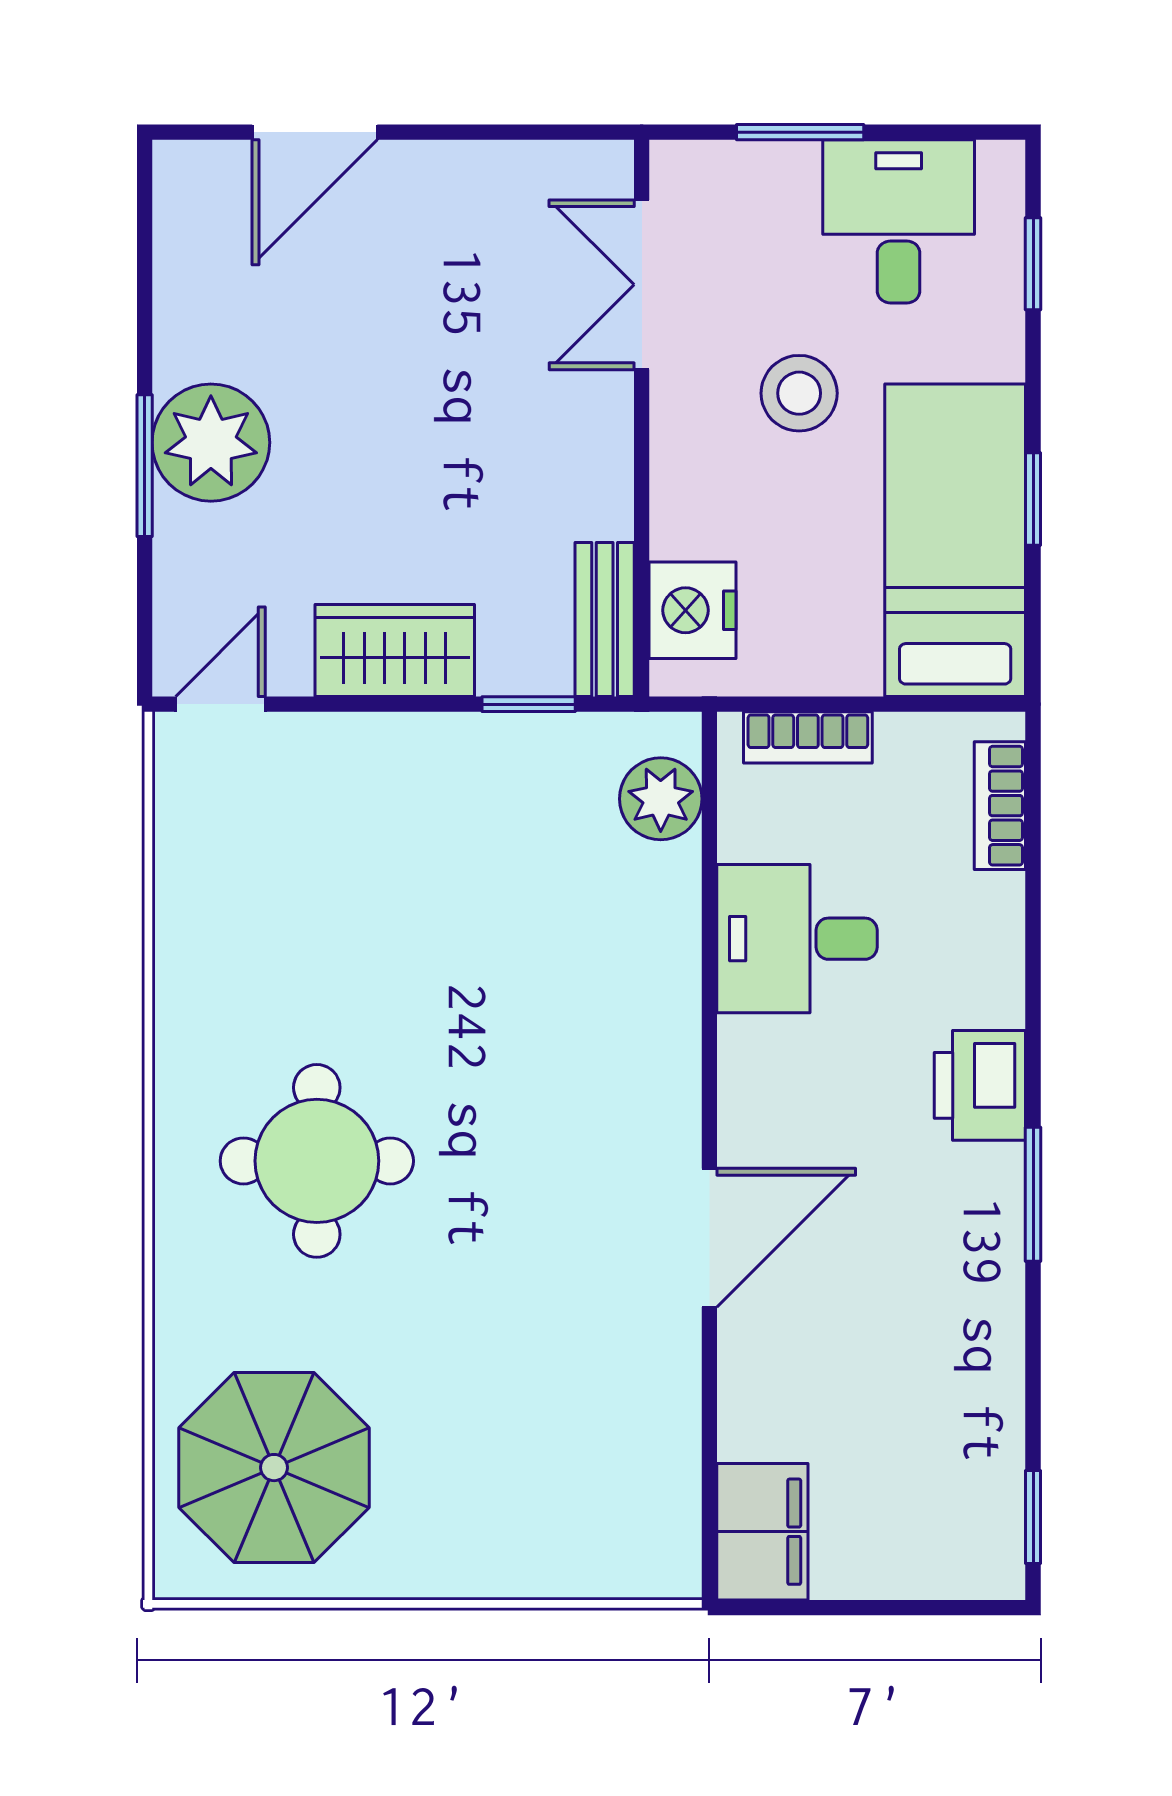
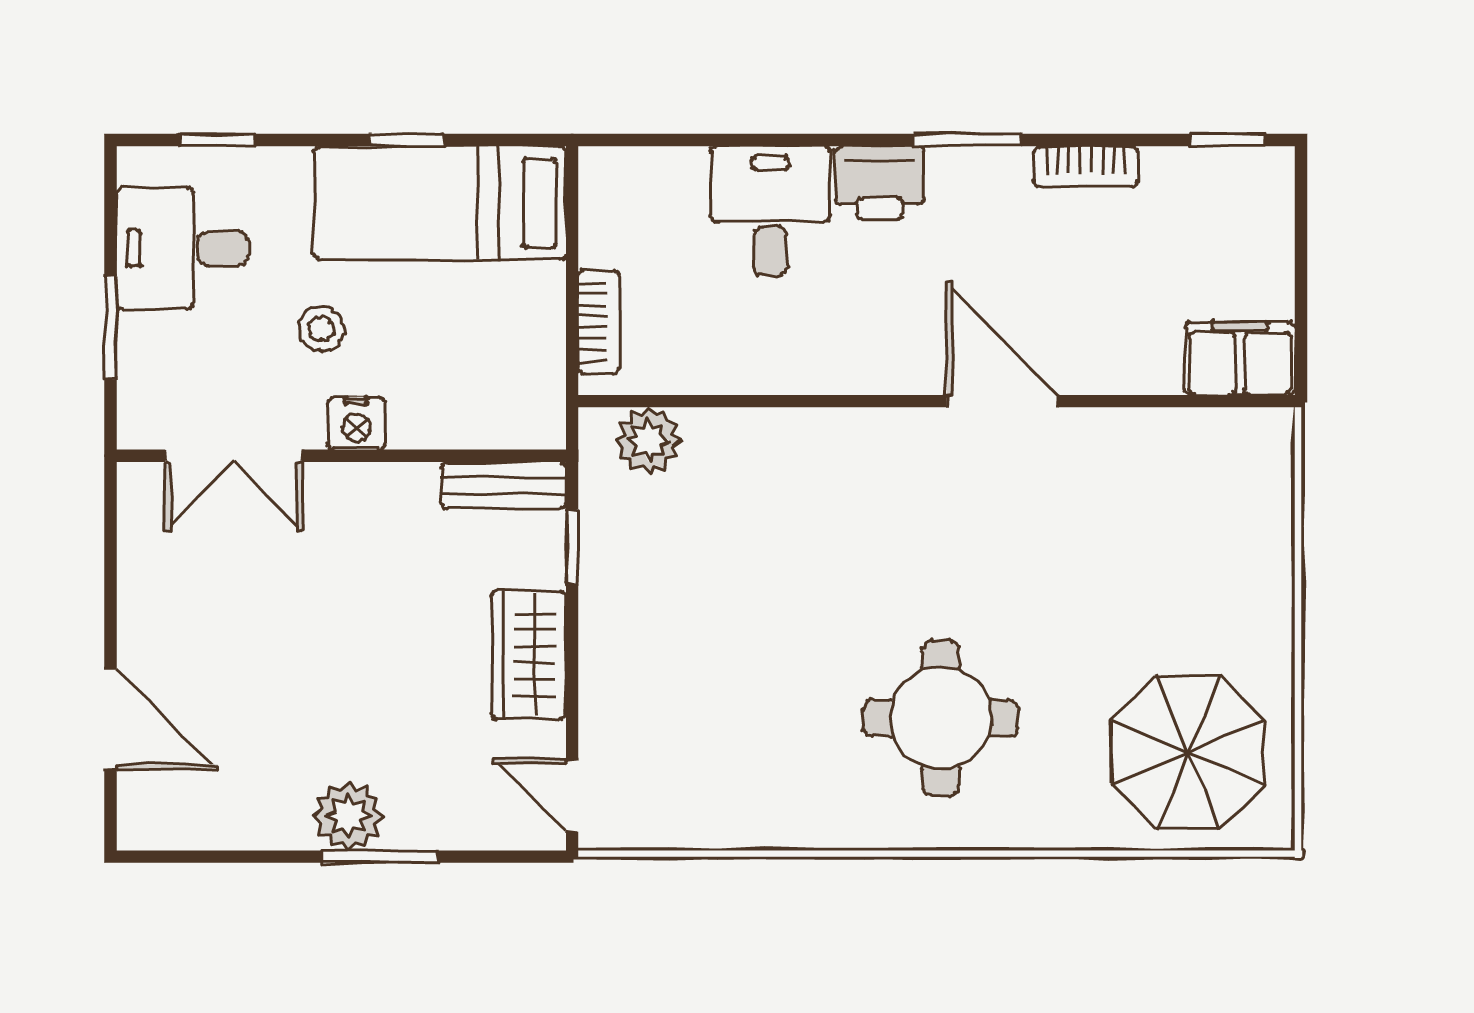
stool: (799, 393) -> (321, 329), width x0.73, depth x0.73
plant: (211, 443) -> (348, 816), width x0.73, depth x0.73
nightstand: (692, 610) -> (356, 423), moved, width x0.74, depth x0.75
bookcase: (1000, 806) -> (1086, 167), moved
desk: (797, 939) -> (770, 211), moved, turned 180

